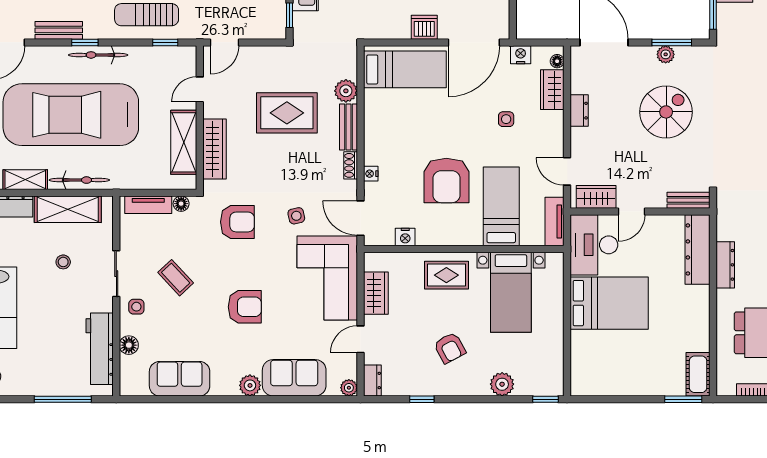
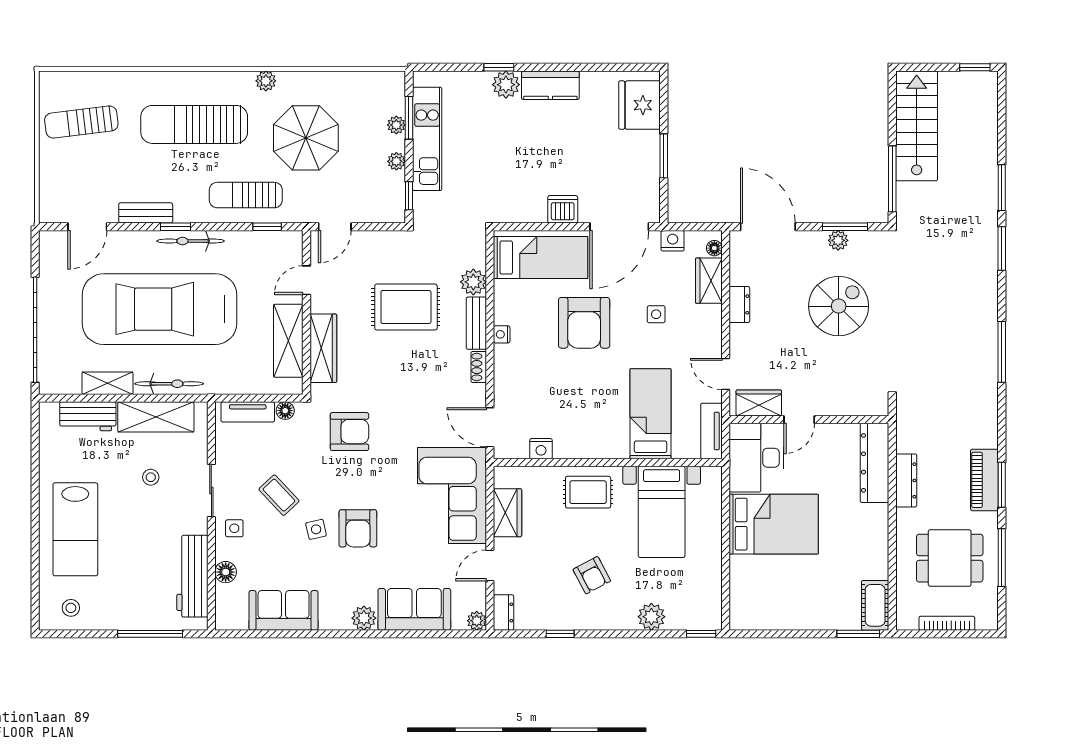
nightstand: (371, 174) -> (502, 334), moved
armchair: (446, 180) -> (584, 323), moved
bench: (689, 200) -> (864, 407), removed
side table: (296, 216) -> (316, 529), moved
armchair: (245, 307) -> (358, 528), turned 90

